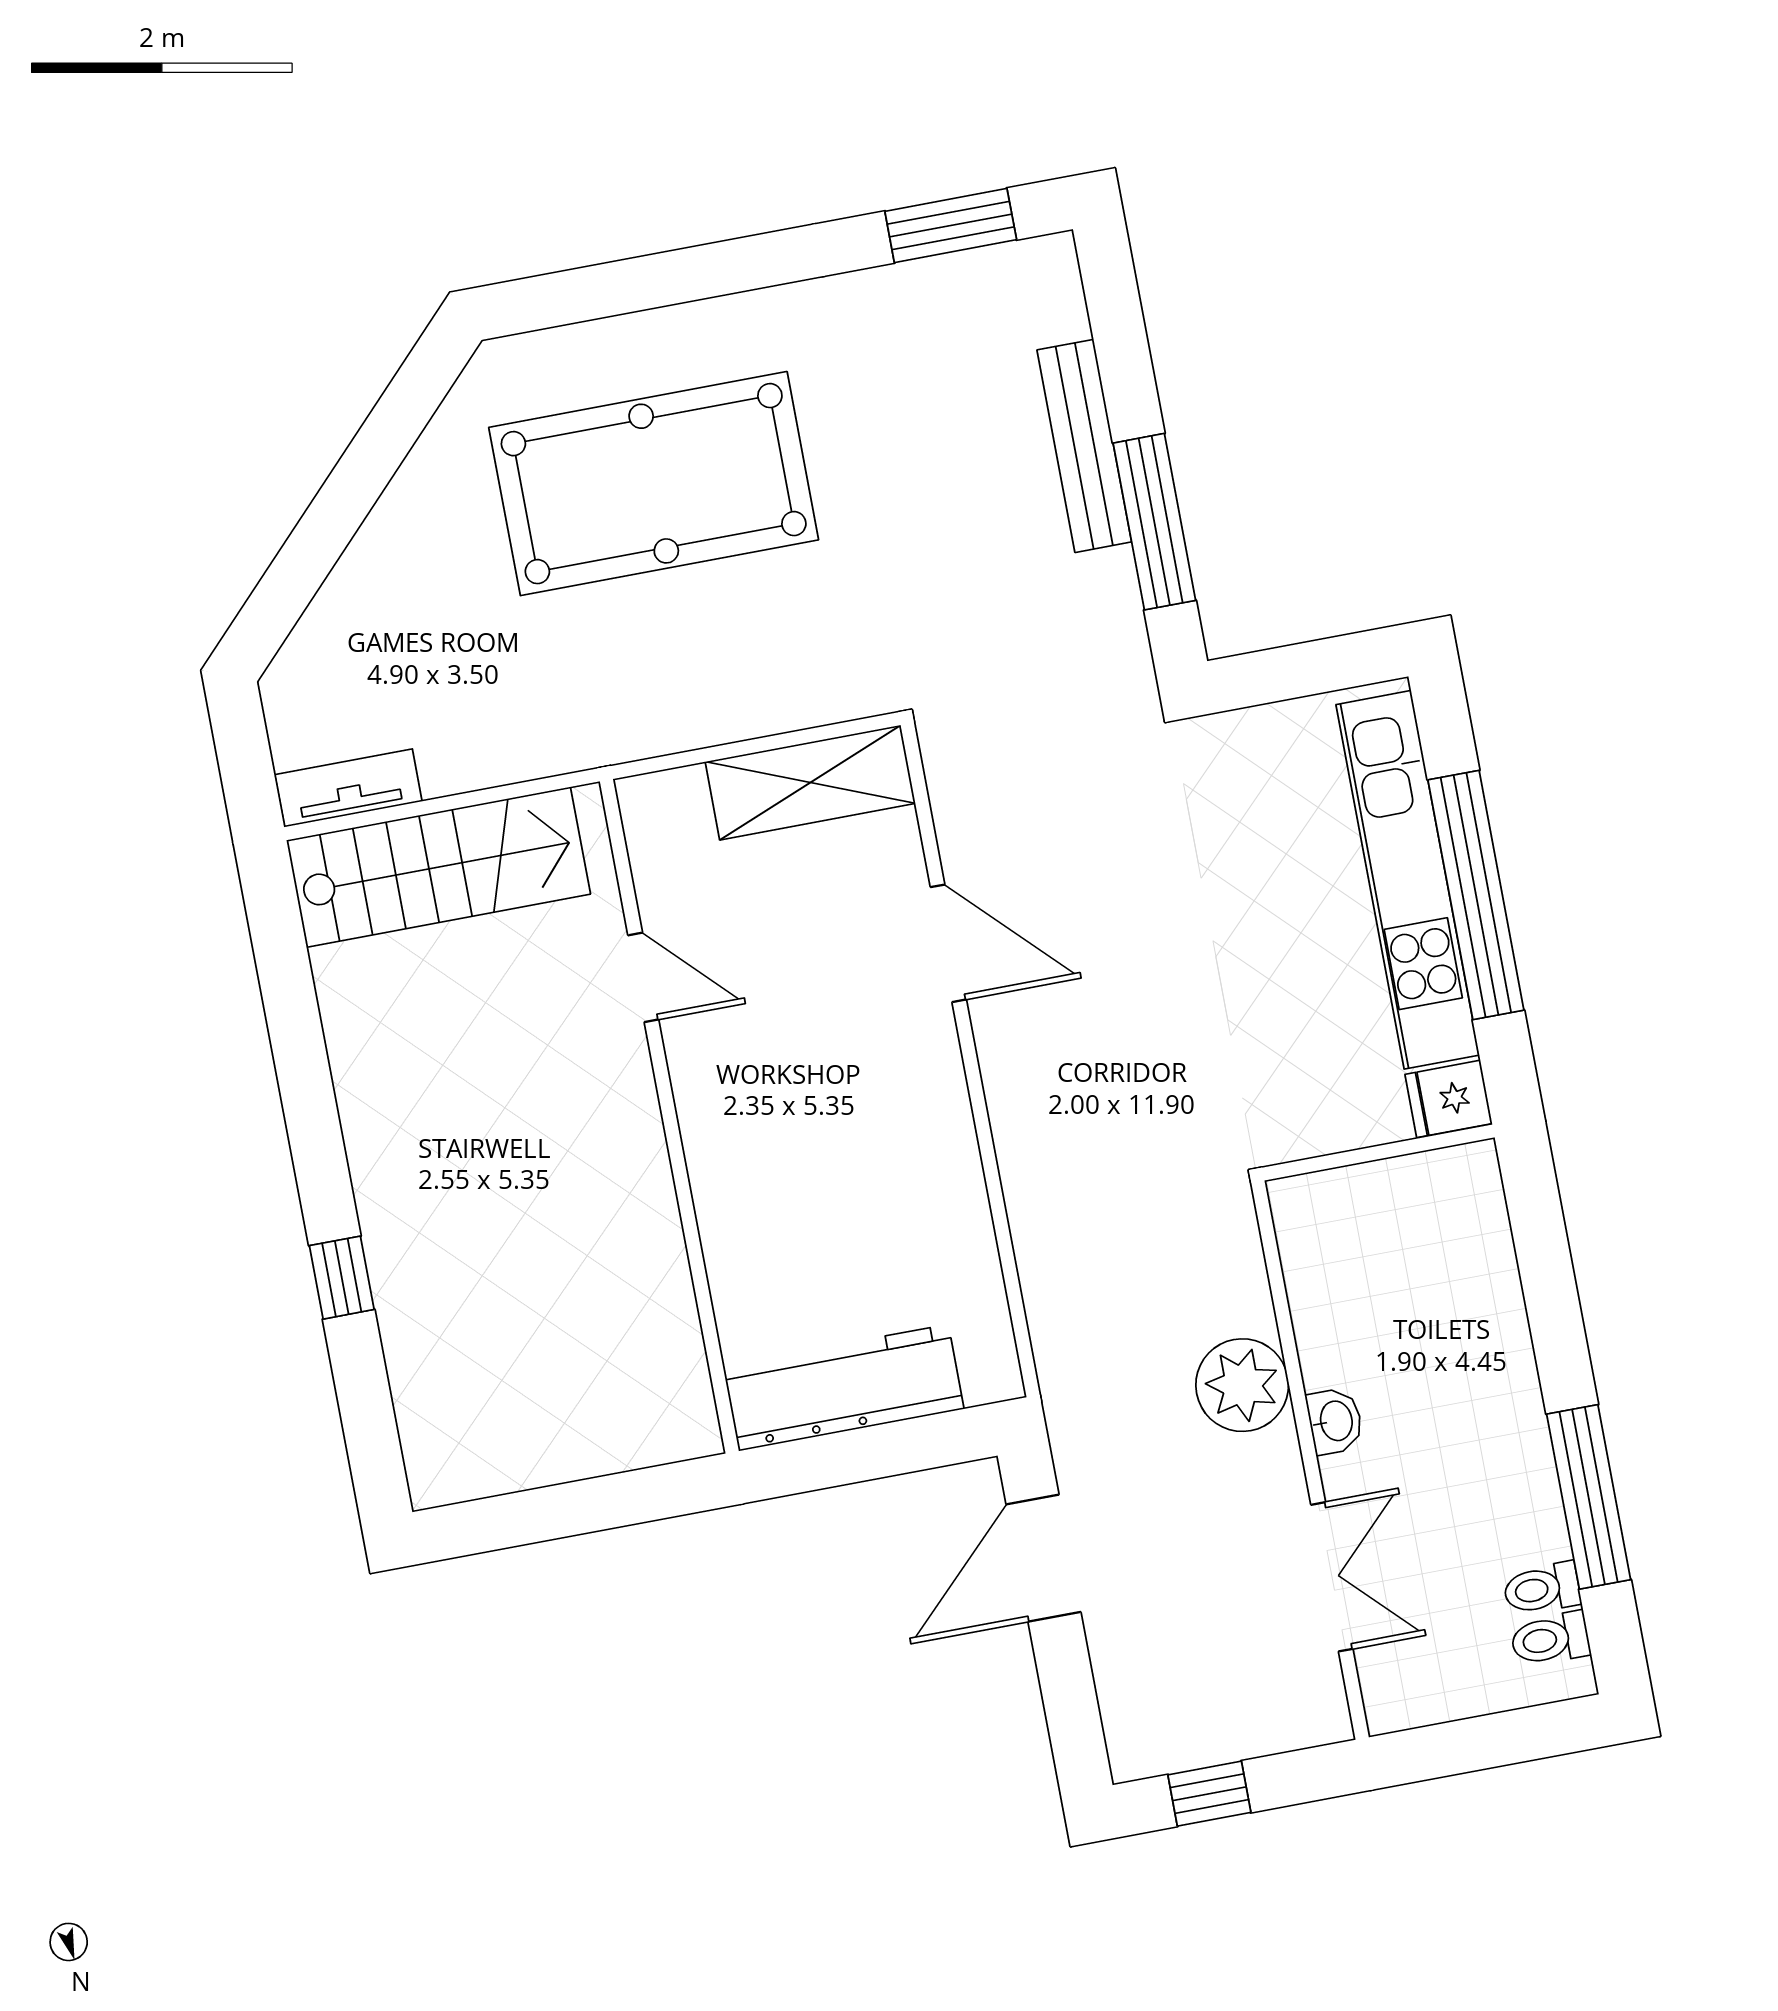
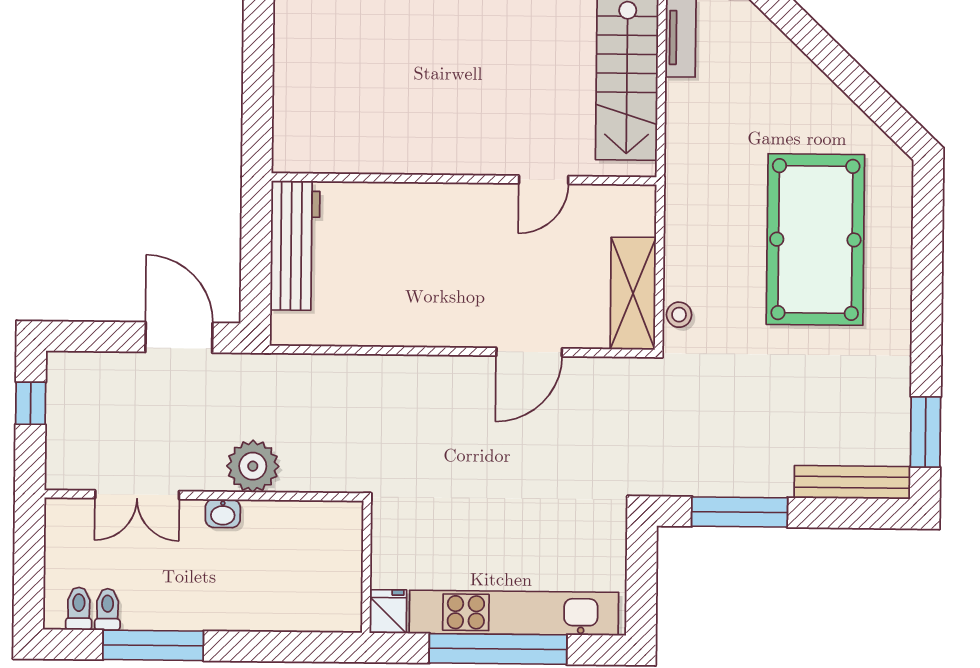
bench: (1084, 446) -> (852, 482), moved
stool: (831, 695) -> (679, 315), added

